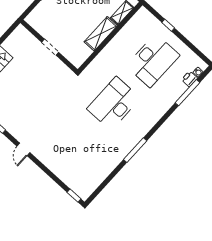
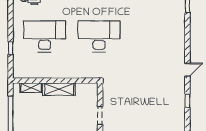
desk: (114, 104) -> (99, 36), turned 180

